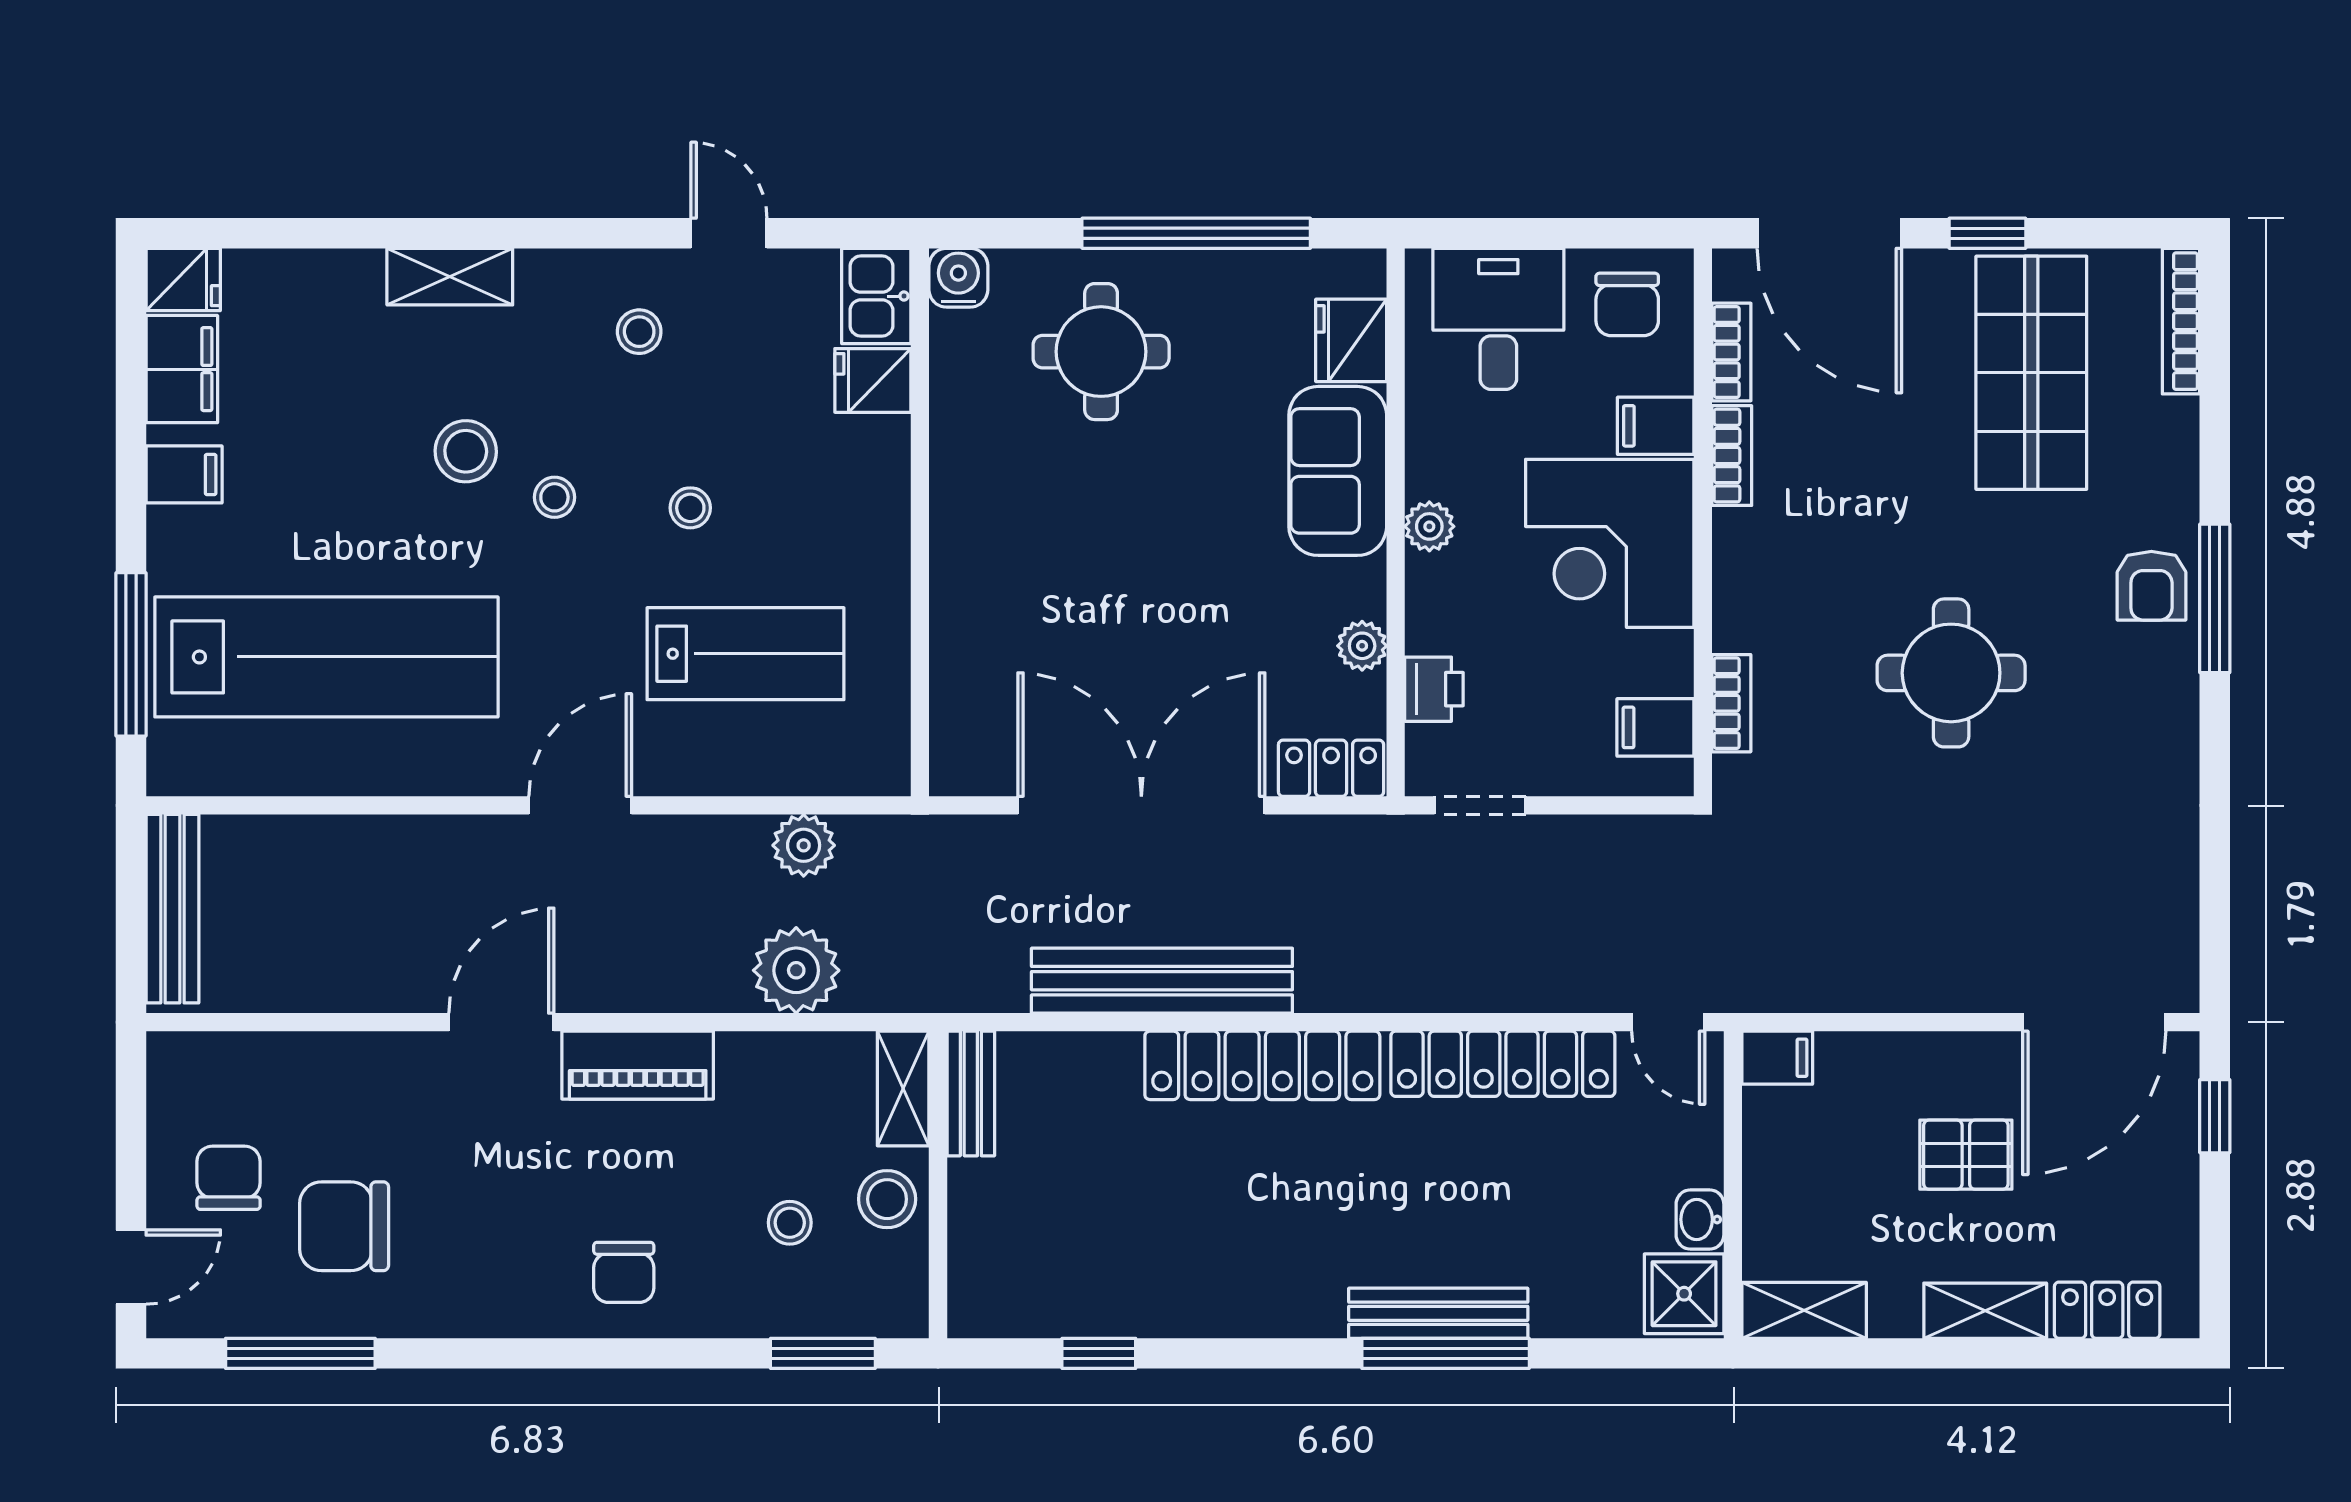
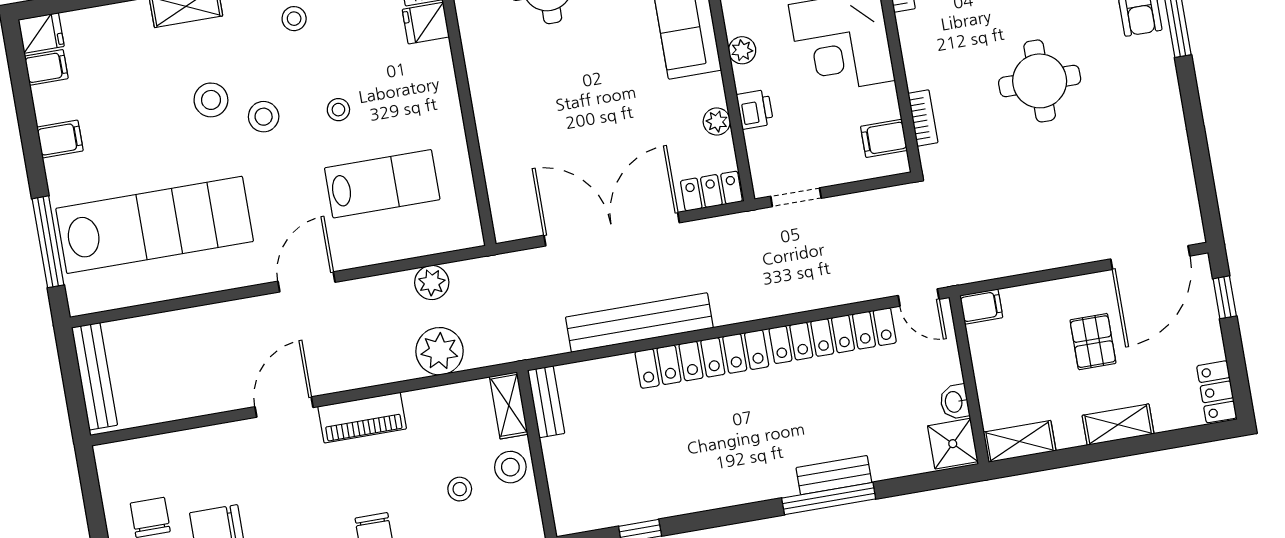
filing cabinet: (182, 369) -> (46, 67), width x0.50
stool: (554, 497) -> (264, 117), width x1.37, depth x1.37
printer: (1434, 689) -> (755, 109), moved
pallet: (1966, 1155) -> (1093, 342), turned 90
locker: (2107, 1310) -> (1217, 392), moved, turned -90
bench: (1438, 1313) -> (834, 475), width x0.73

